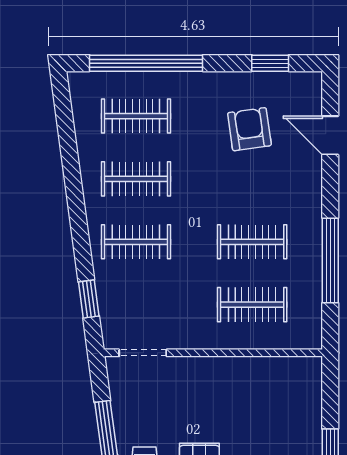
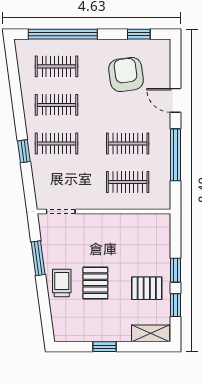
armchair: (249, 129) -> (126, 74), width x1.38, depth x1.38
door: (330, 135) -> (176, 100), moved
window: (89, 299) -> (24, 151), moved

